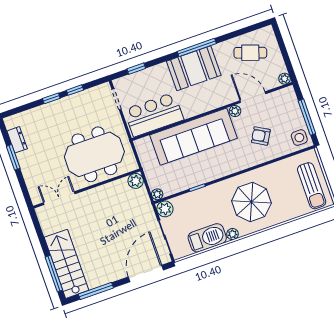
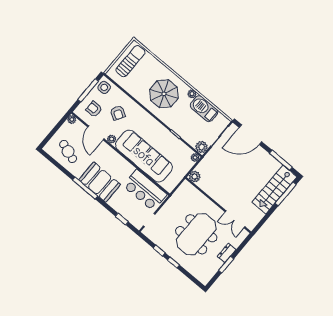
armchair: (281, 111) -> (94, 109), added
dresser: (17, 140) -> (227, 253), moved
meeting table: (94, 154) -> (196, 234), moved, turned 90

